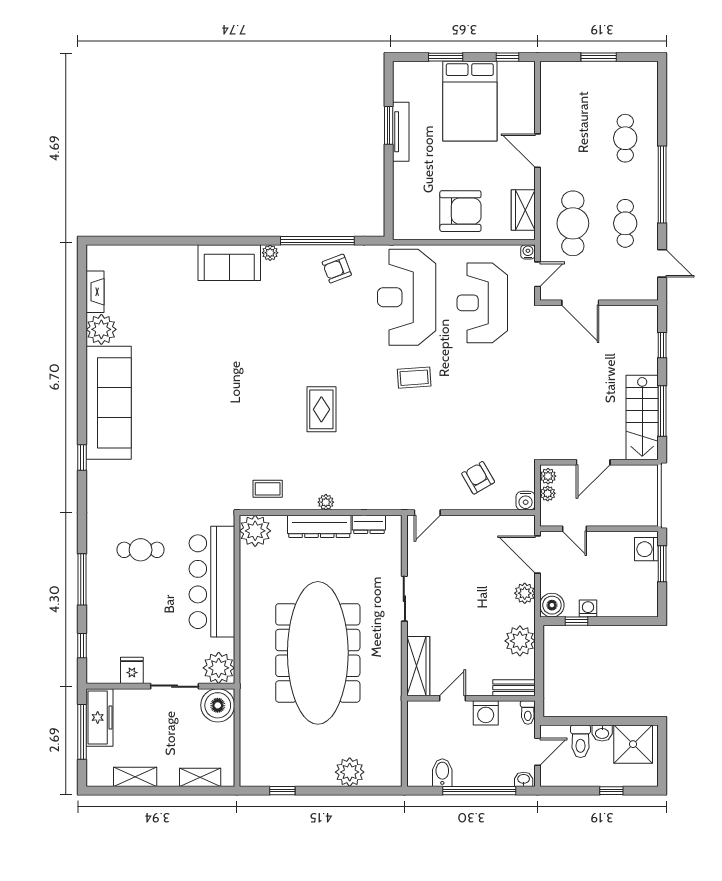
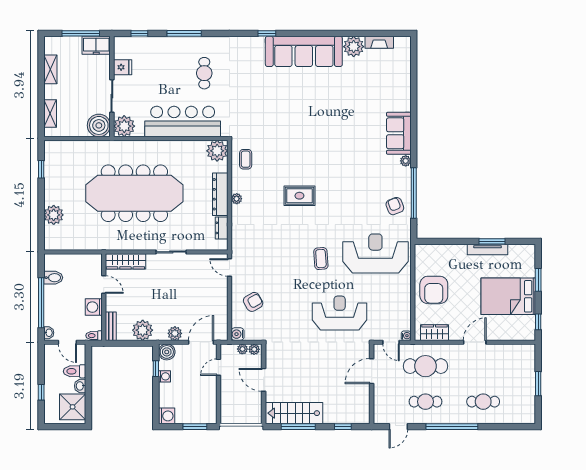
reception desk: (482, 303) -> (340, 313), moved
washing machine: (646, 549) -> (167, 416), moved, turned 90
freezer: (100, 717) -> (96, 45), width x0.71

